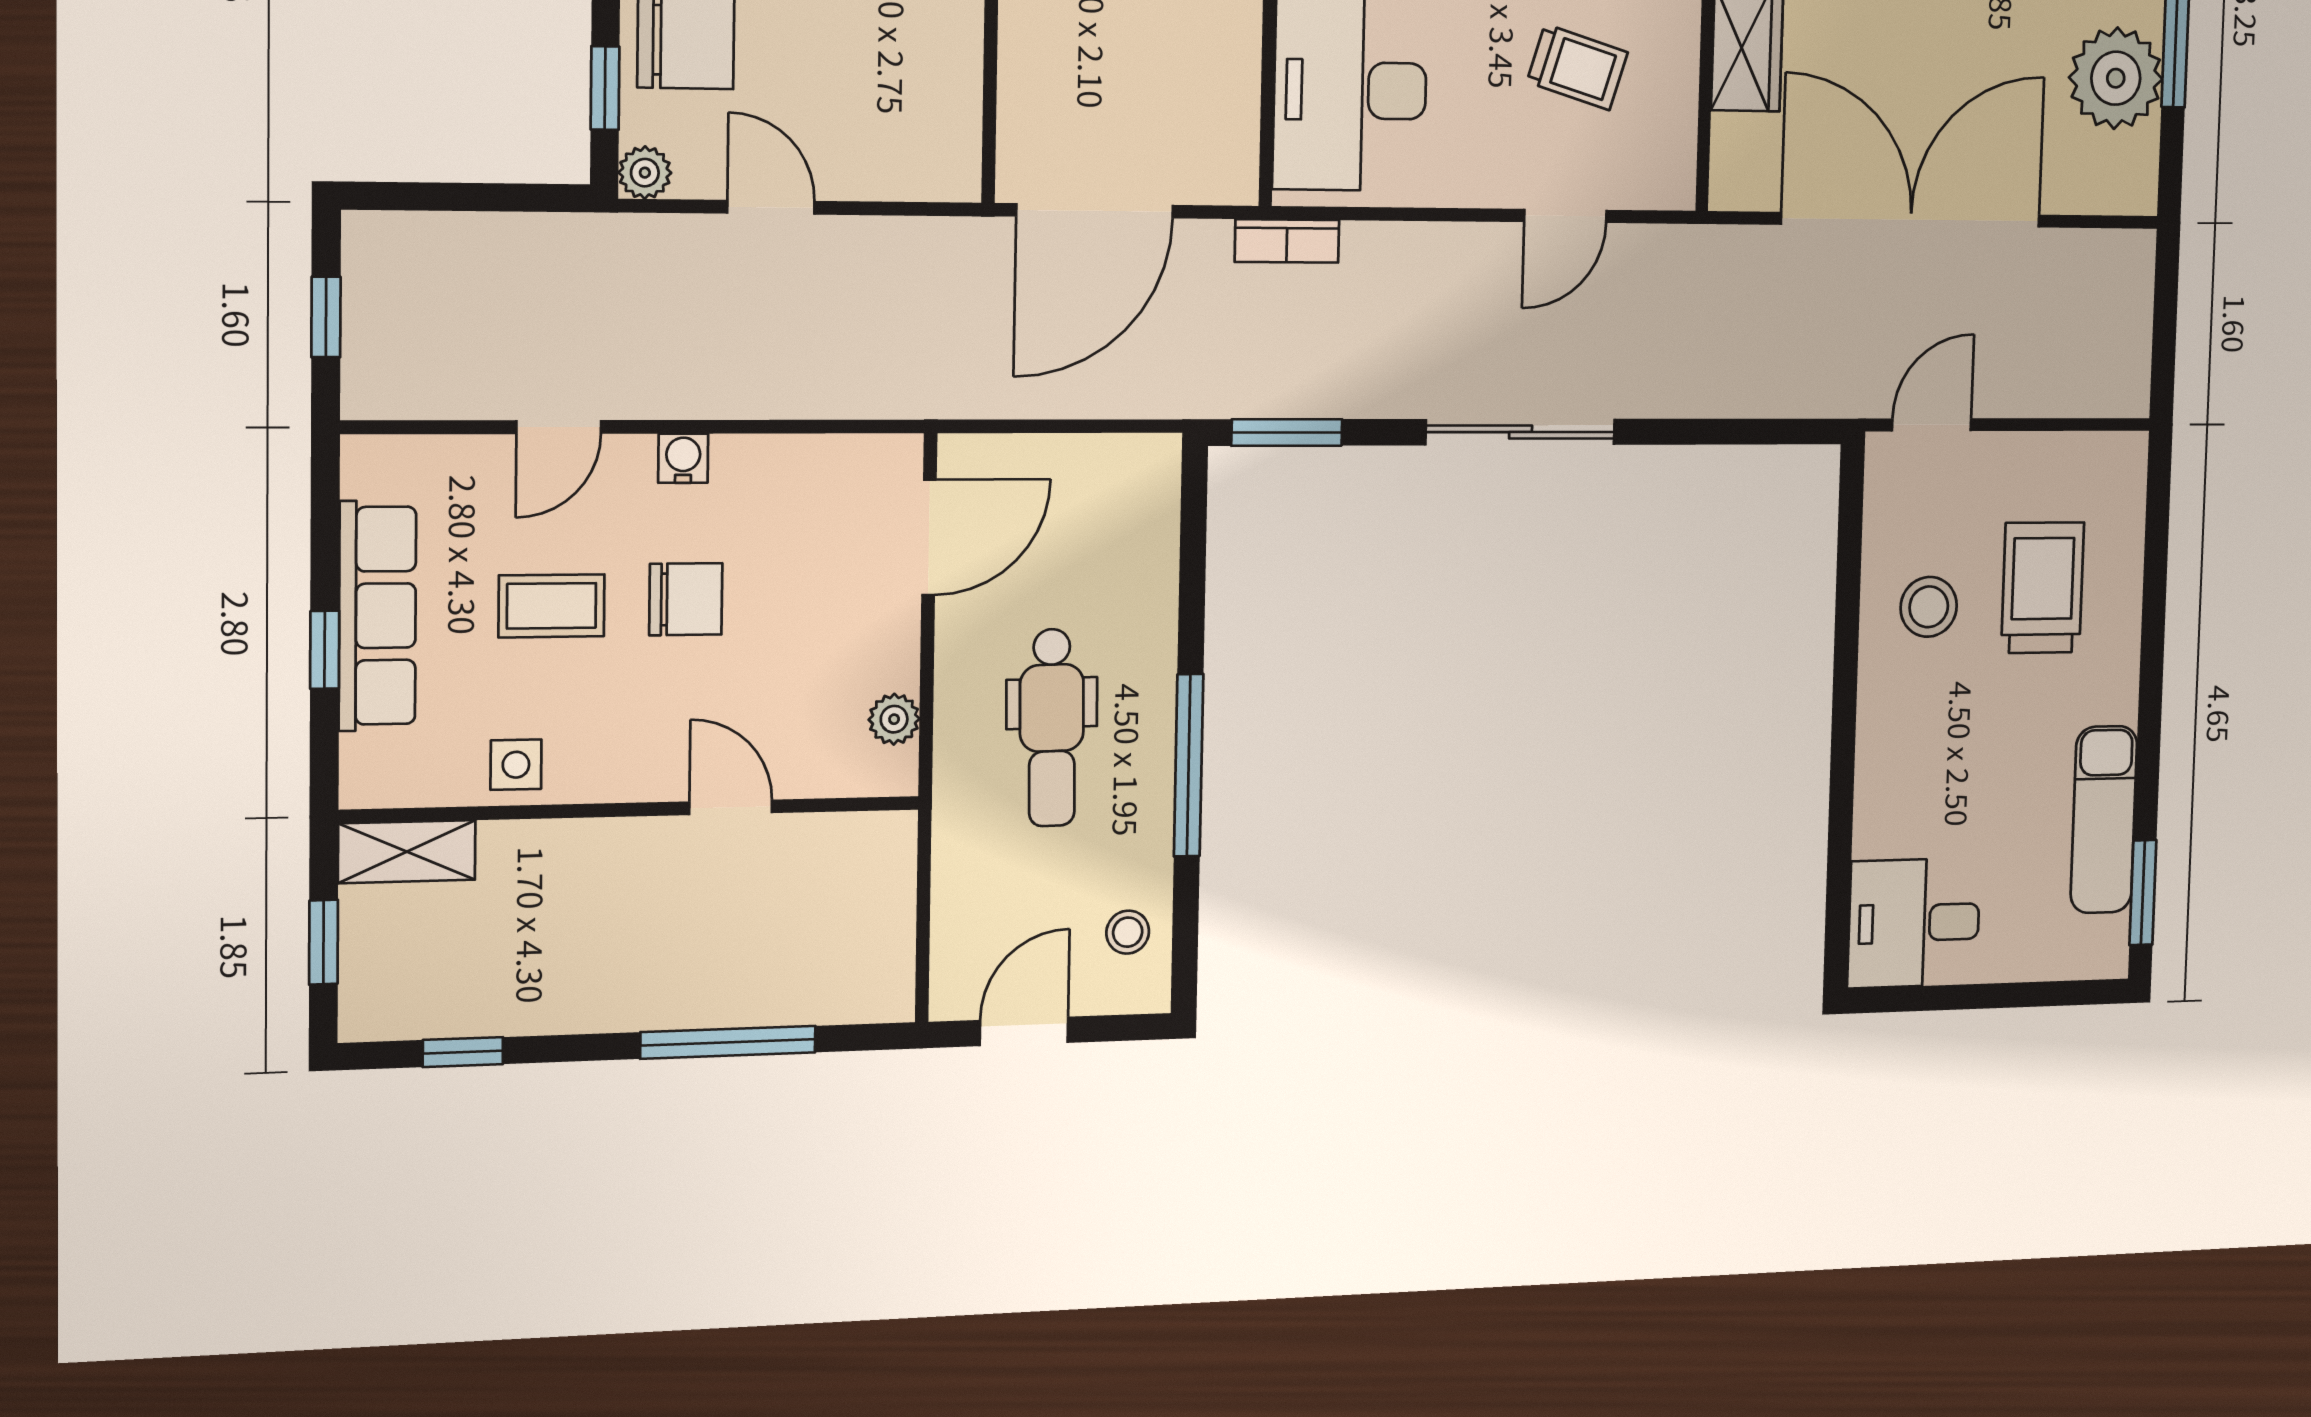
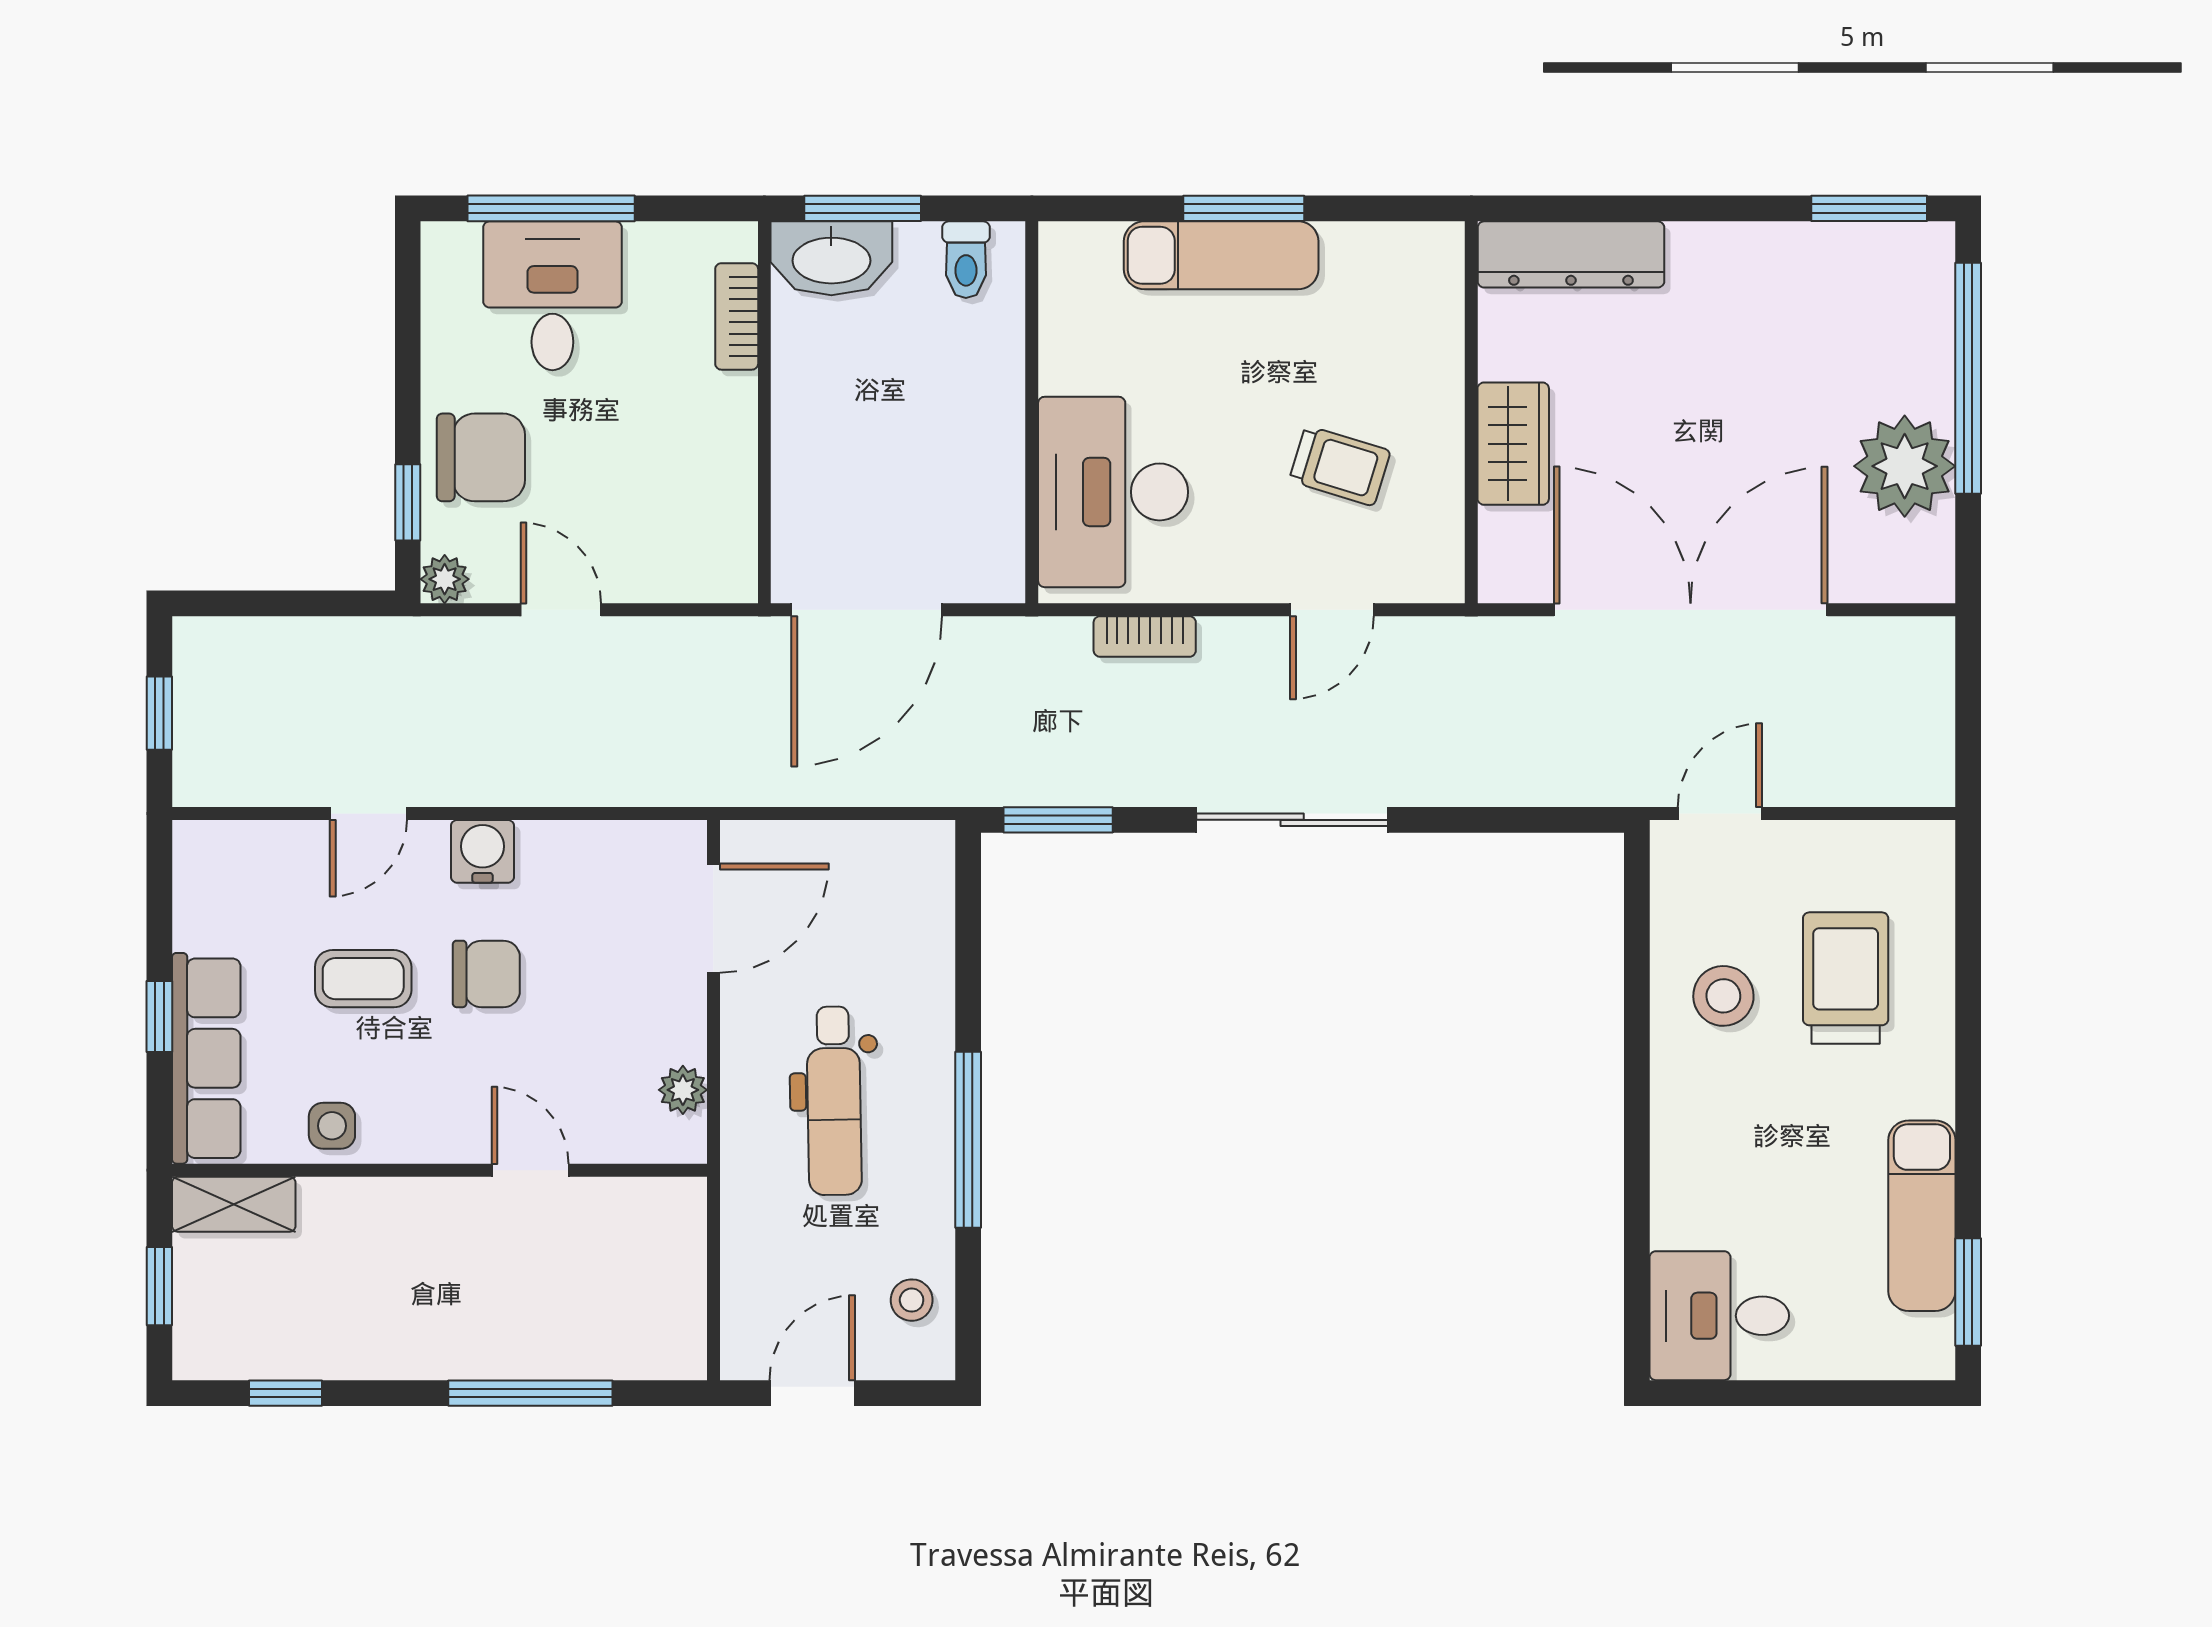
bookcase: (1287, 241) -> (1145, 636), moved
water cooler: (683, 458) -> (482, 851), width x1.38, depth x1.38
row of seats: (377, 616) -> (206, 1058), moved

